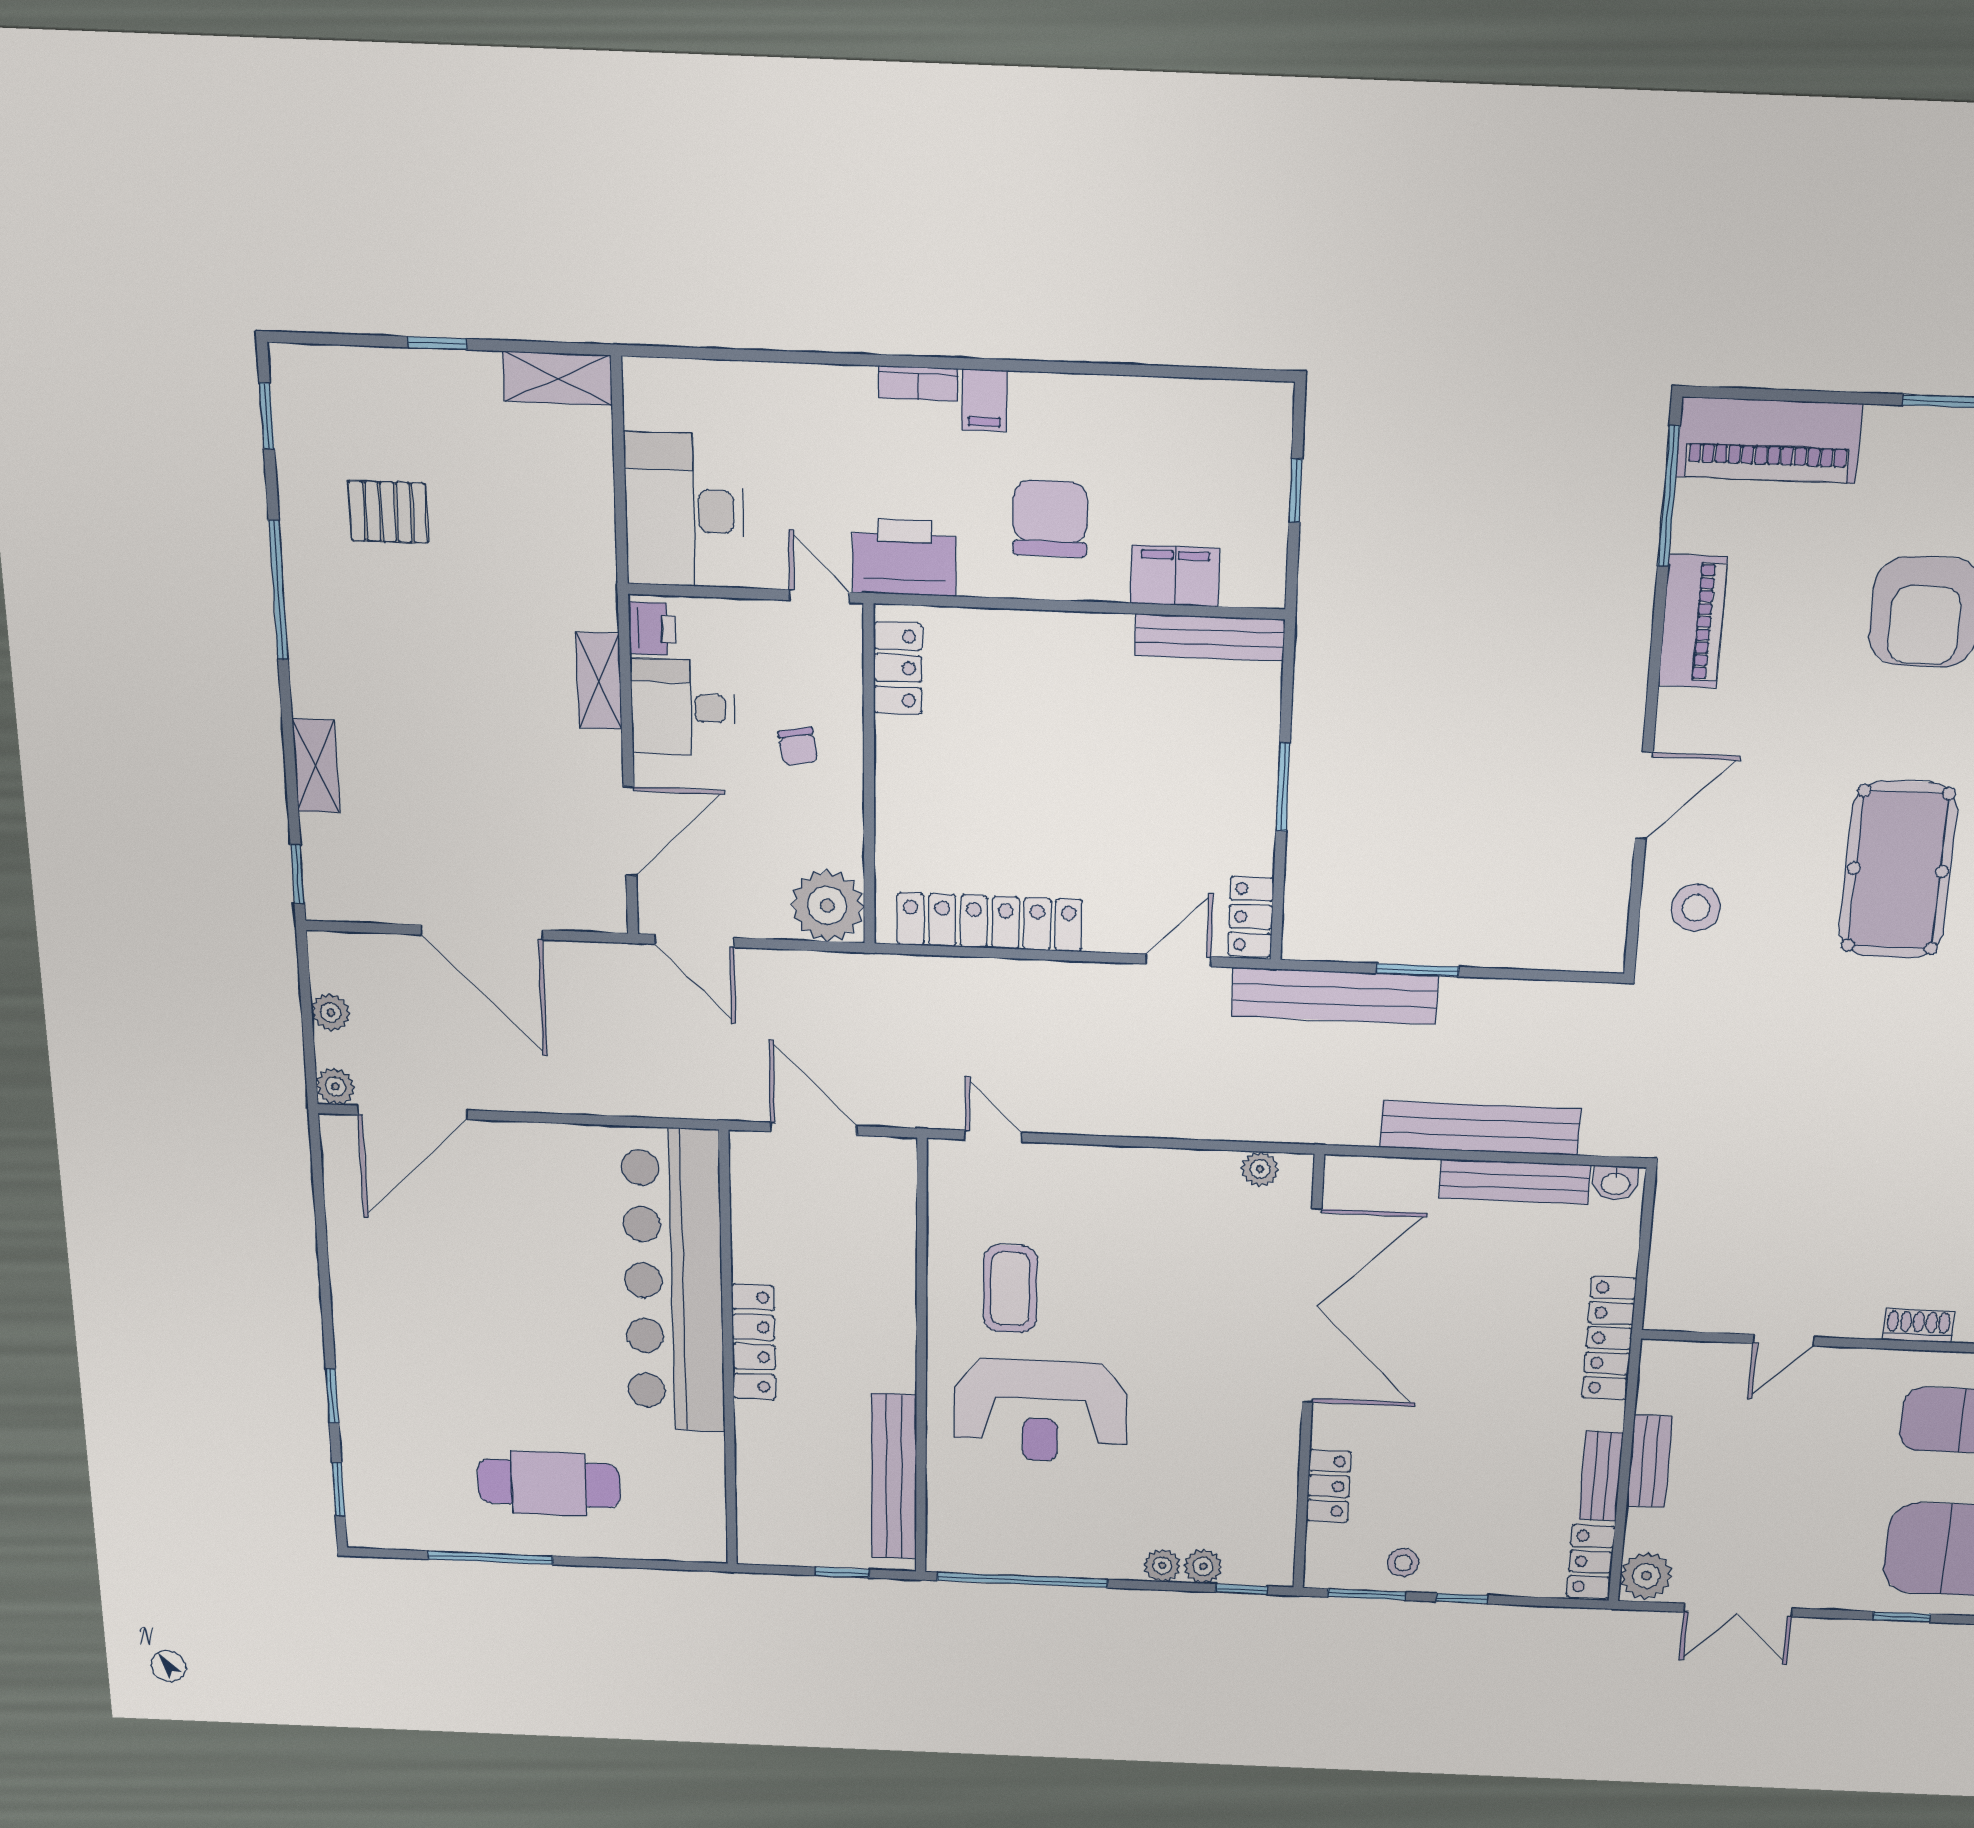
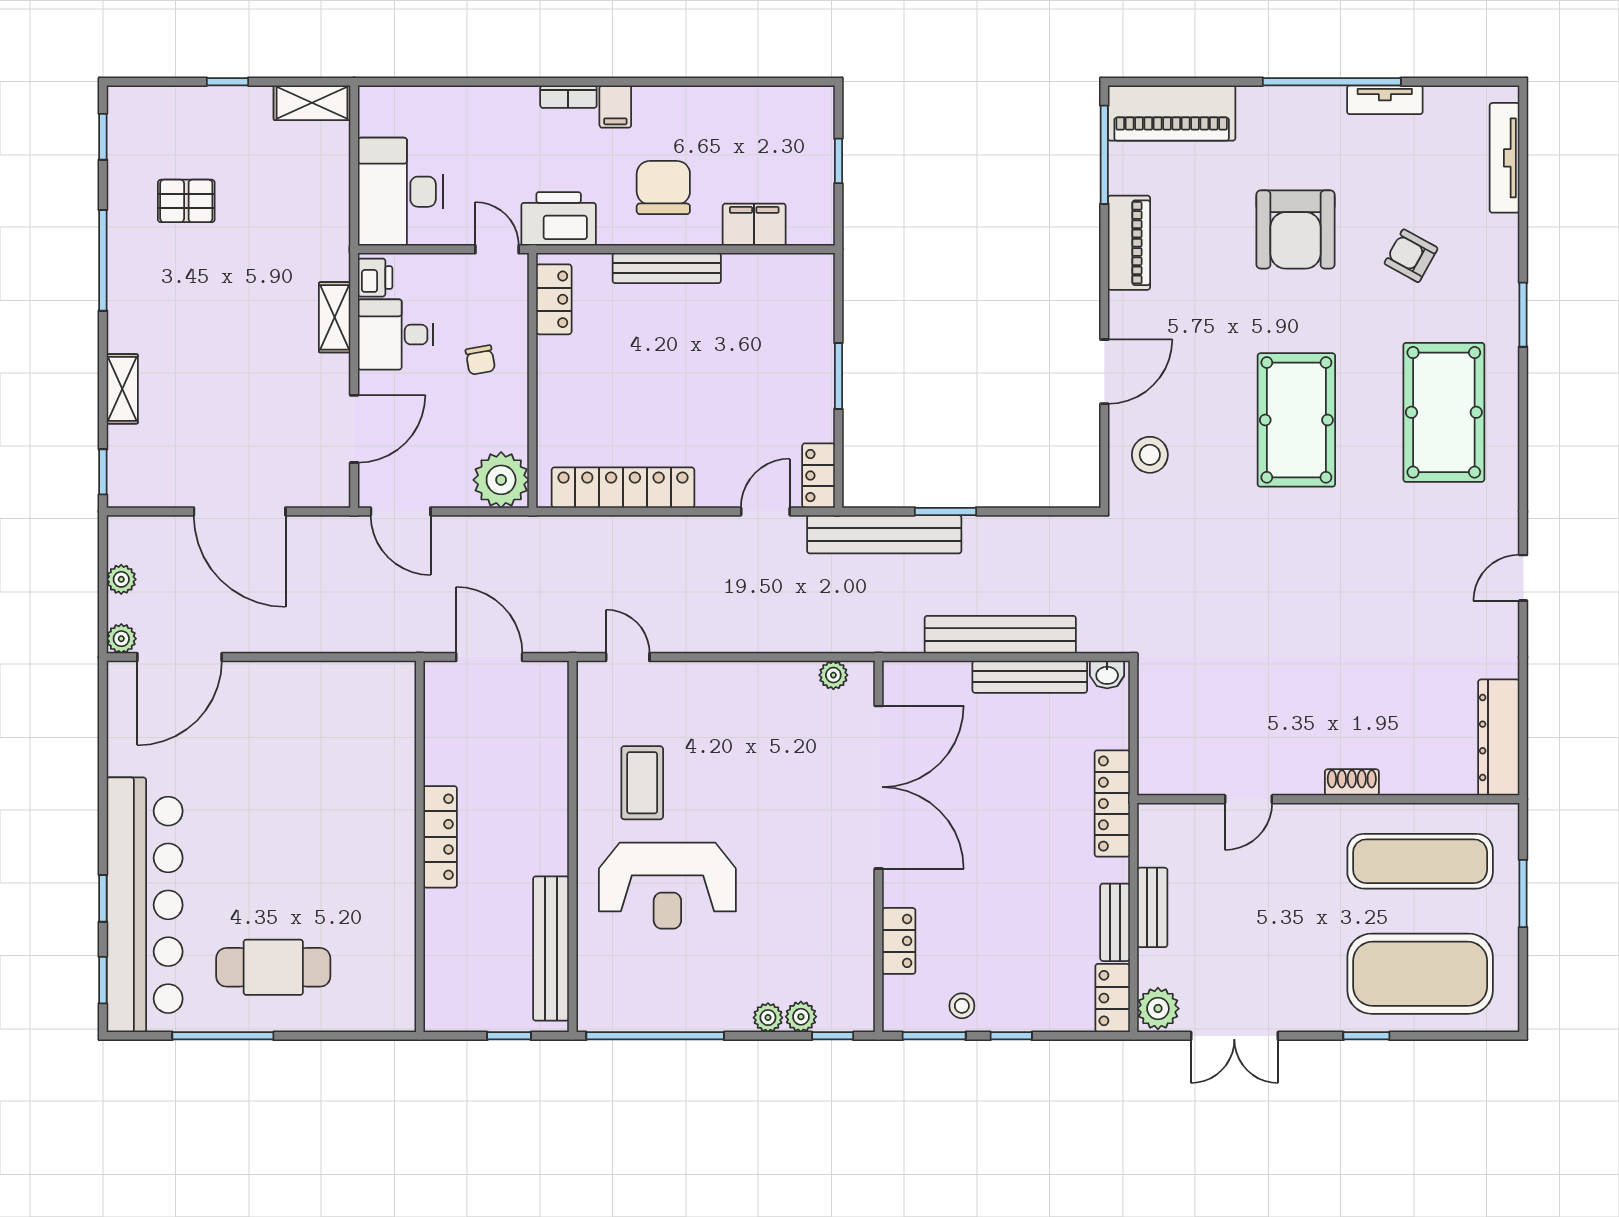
bench: (1210, 638) -> (667, 268), moved
bar counter: (674, 1281) -> (145, 905), moved, turned 180

